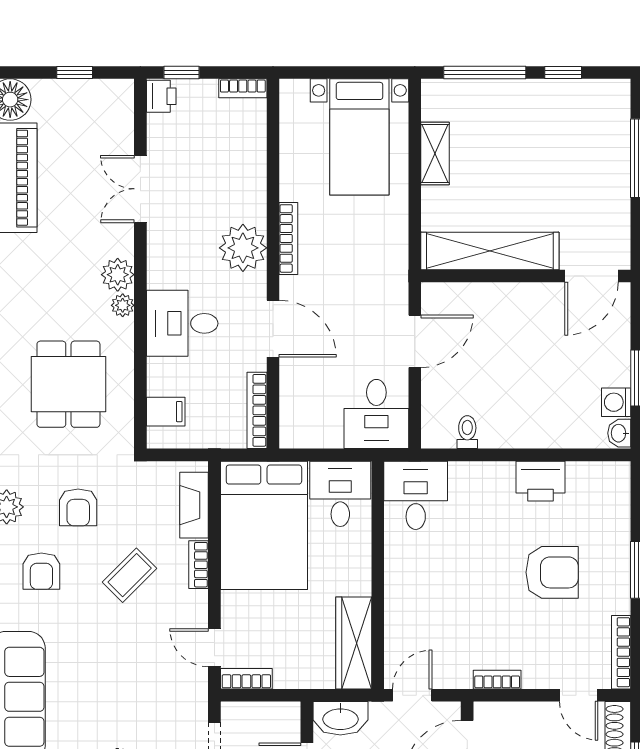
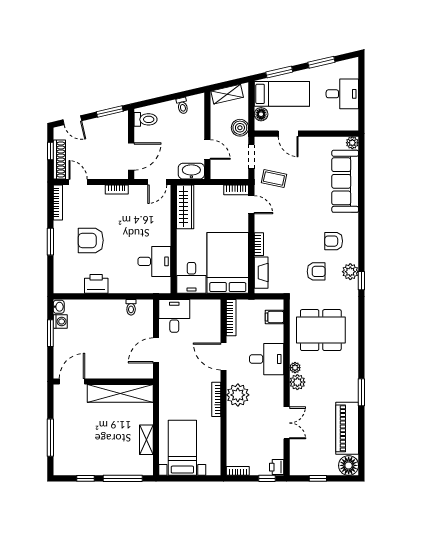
dining table: (68, 384) -> (321, 330), width x1.38
desk: (416, 495) -> (154, 261), moved, turned -90
armchair: (78, 507) -> (316, 271), turned 90
armchair: (41, 571) -> (334, 241), turned -90
coffee table: (130, 575) -> (274, 179), moved, turned 57

